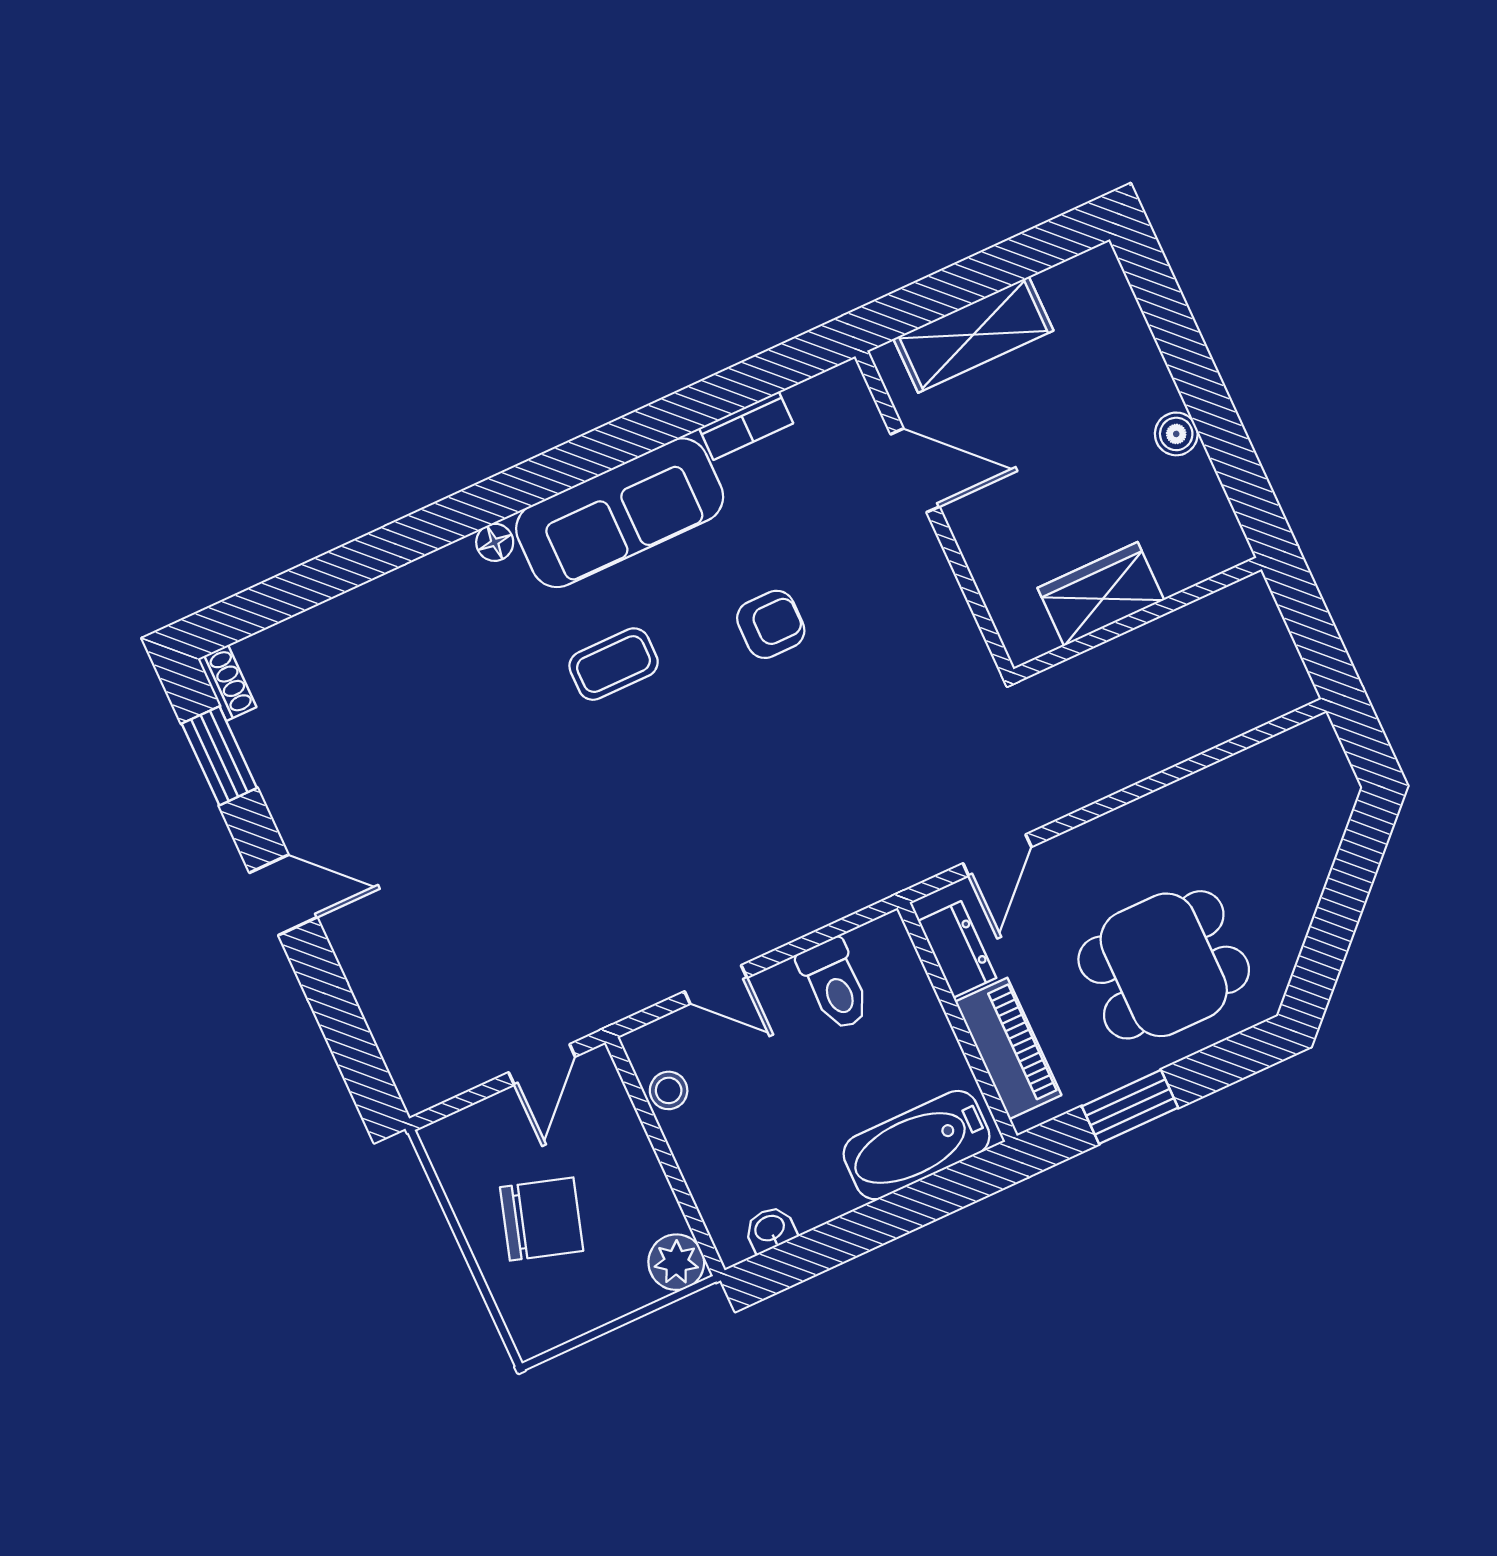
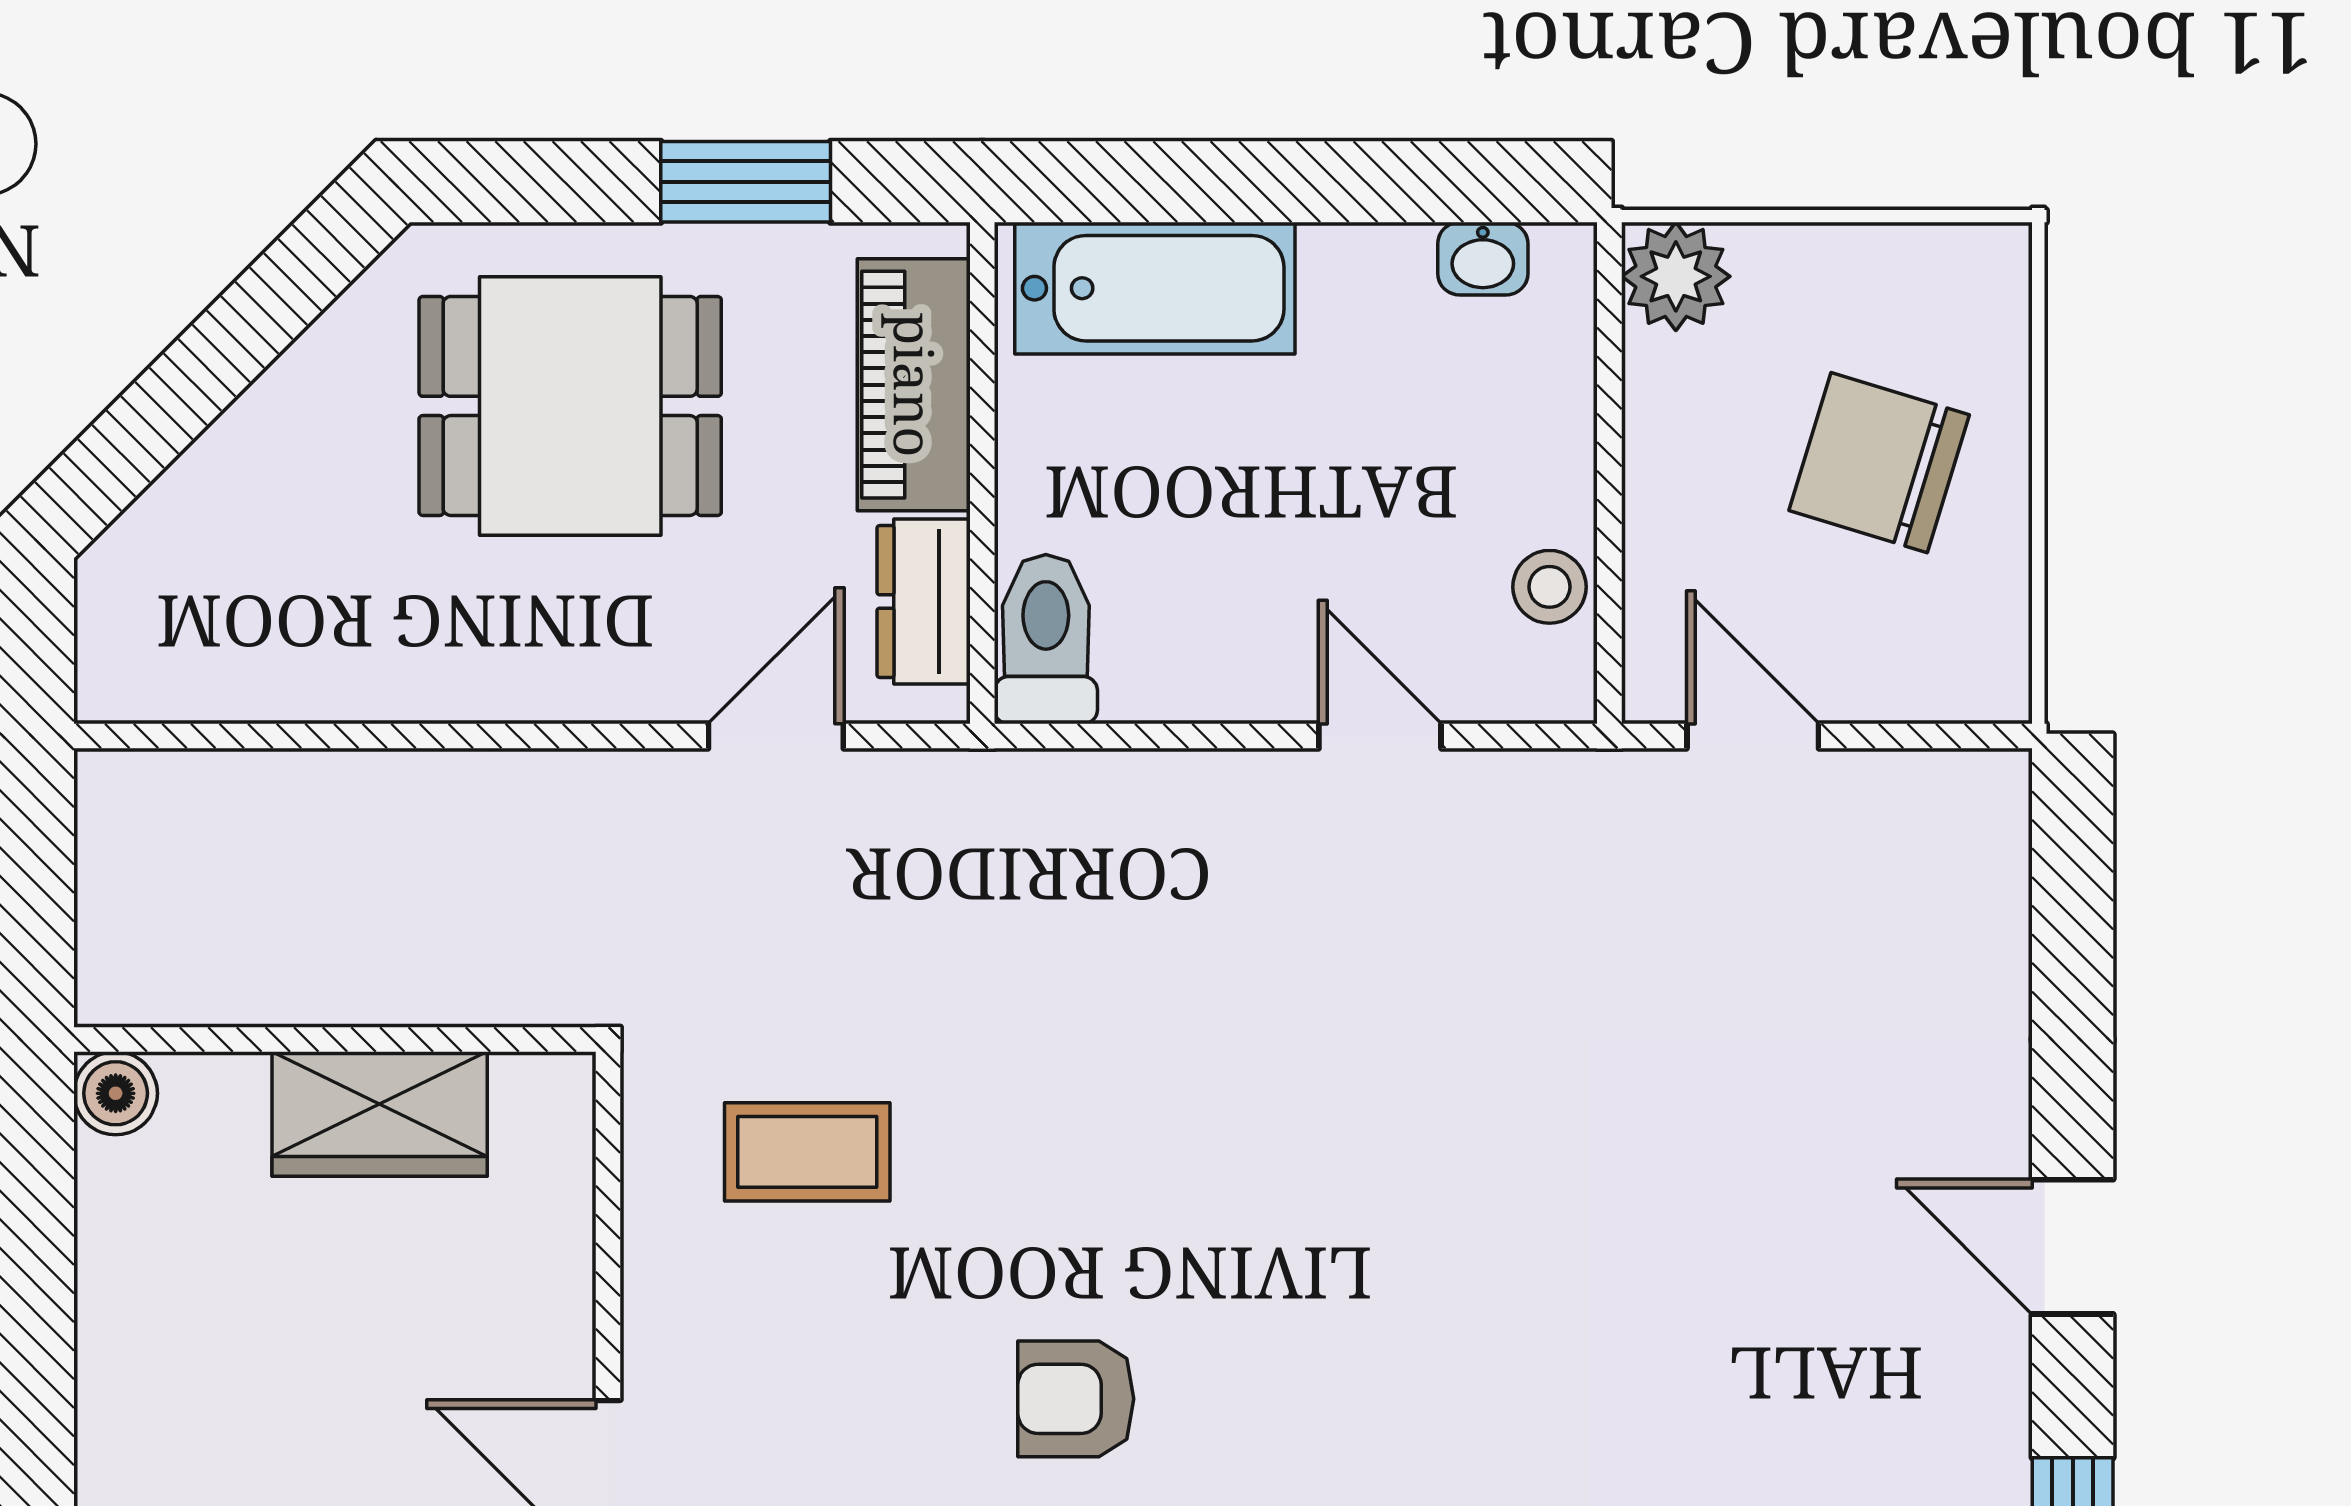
boiler: (1176, 434) -> (116, 1093), moved
armchair: (771, 624) -> (1076, 1399), moved
coffee table: (614, 664) -> (807, 1152), moved
toilet: (835, 985) -> (1046, 639), moved
door: (542, 1064) -> (1753, 736), hinge flipped

